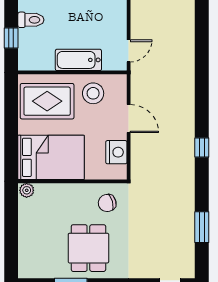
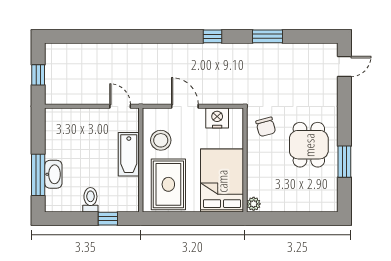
door: (129, 119) -> (185, 106), hinge flipped
window: (202, 227) -> (268, 36), moved
dining table: (88, 248) -> (309, 145), turned 90

